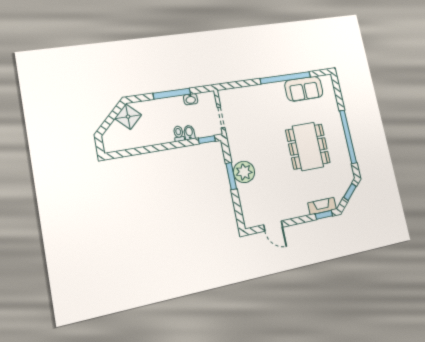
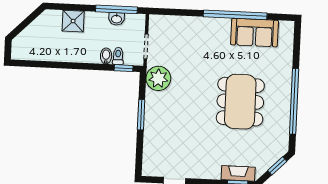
window: (172, 94) -> (116, 9), moved
shower: (128, 117) -> (73, 21), moved, turned 45
toilet: (179, 134) -> (118, 56), moved
plant: (244, 172) -> (158, 78), moved

